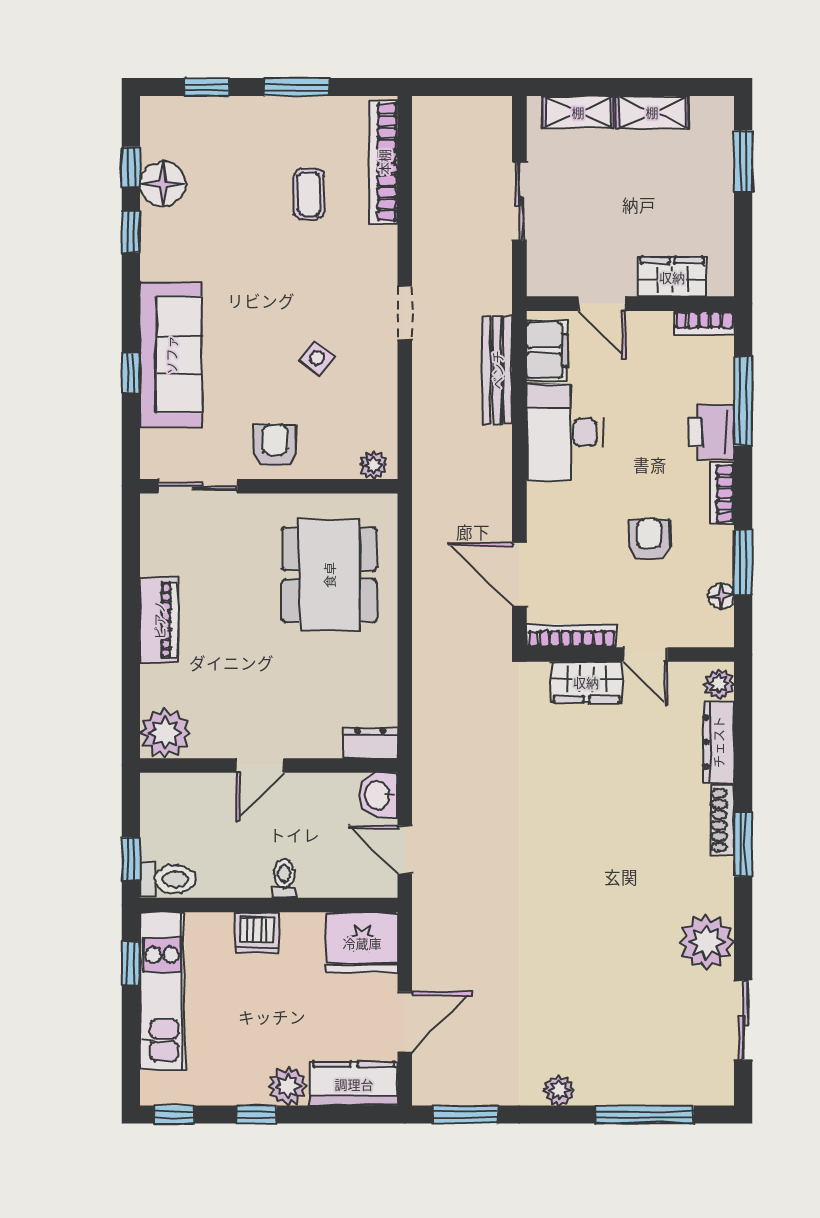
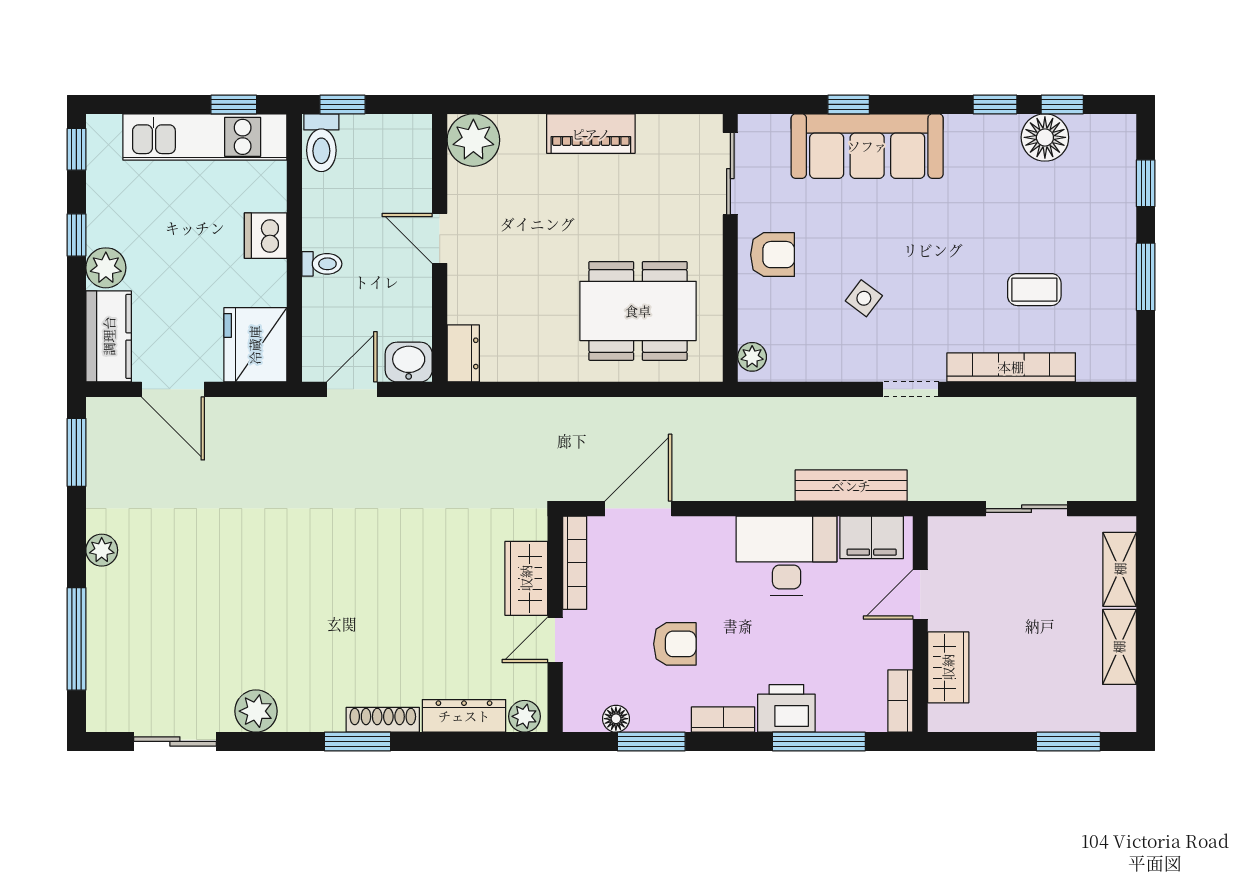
bookcase: (384, 162) -> (1011, 367), moved
plant: (706, 942) -> (256, 711), width x0.73, depth x0.73

